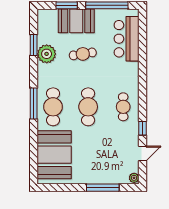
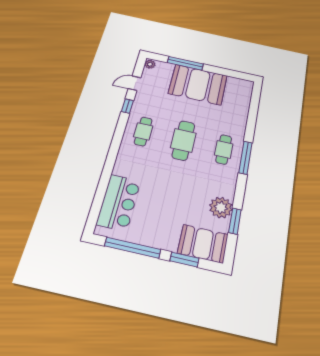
booth: (76, 21) -> (203, 244), moved
cafe table: (83, 54) -> (177, 197), removed
cafe table: (53, 107) -> (224, 149), width x0.73, depth x0.74
booth: (54, 155) -> (198, 85), moved, turned 90

